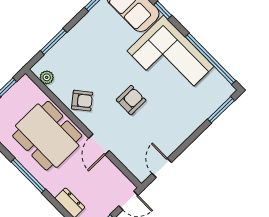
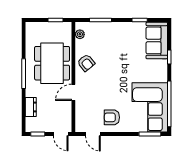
corner sofa: (170, 59) -> (150, 107), moved
armchair: (131, 100) -> (112, 117), moved, turned 180
door: (162, 168) -> (93, 134), swing flipped

